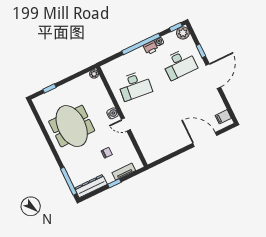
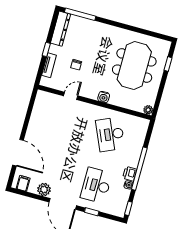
plant: (183, 33) -> (44, 189), moved
desk: (135, 86) -> (110, 134), turned -30
door: (126, 125) -> (71, 96), moved
meeting table: (72, 126) -> (134, 66), moved, turned 90
door: (205, 139) -> (18, 153), hinge flipped

